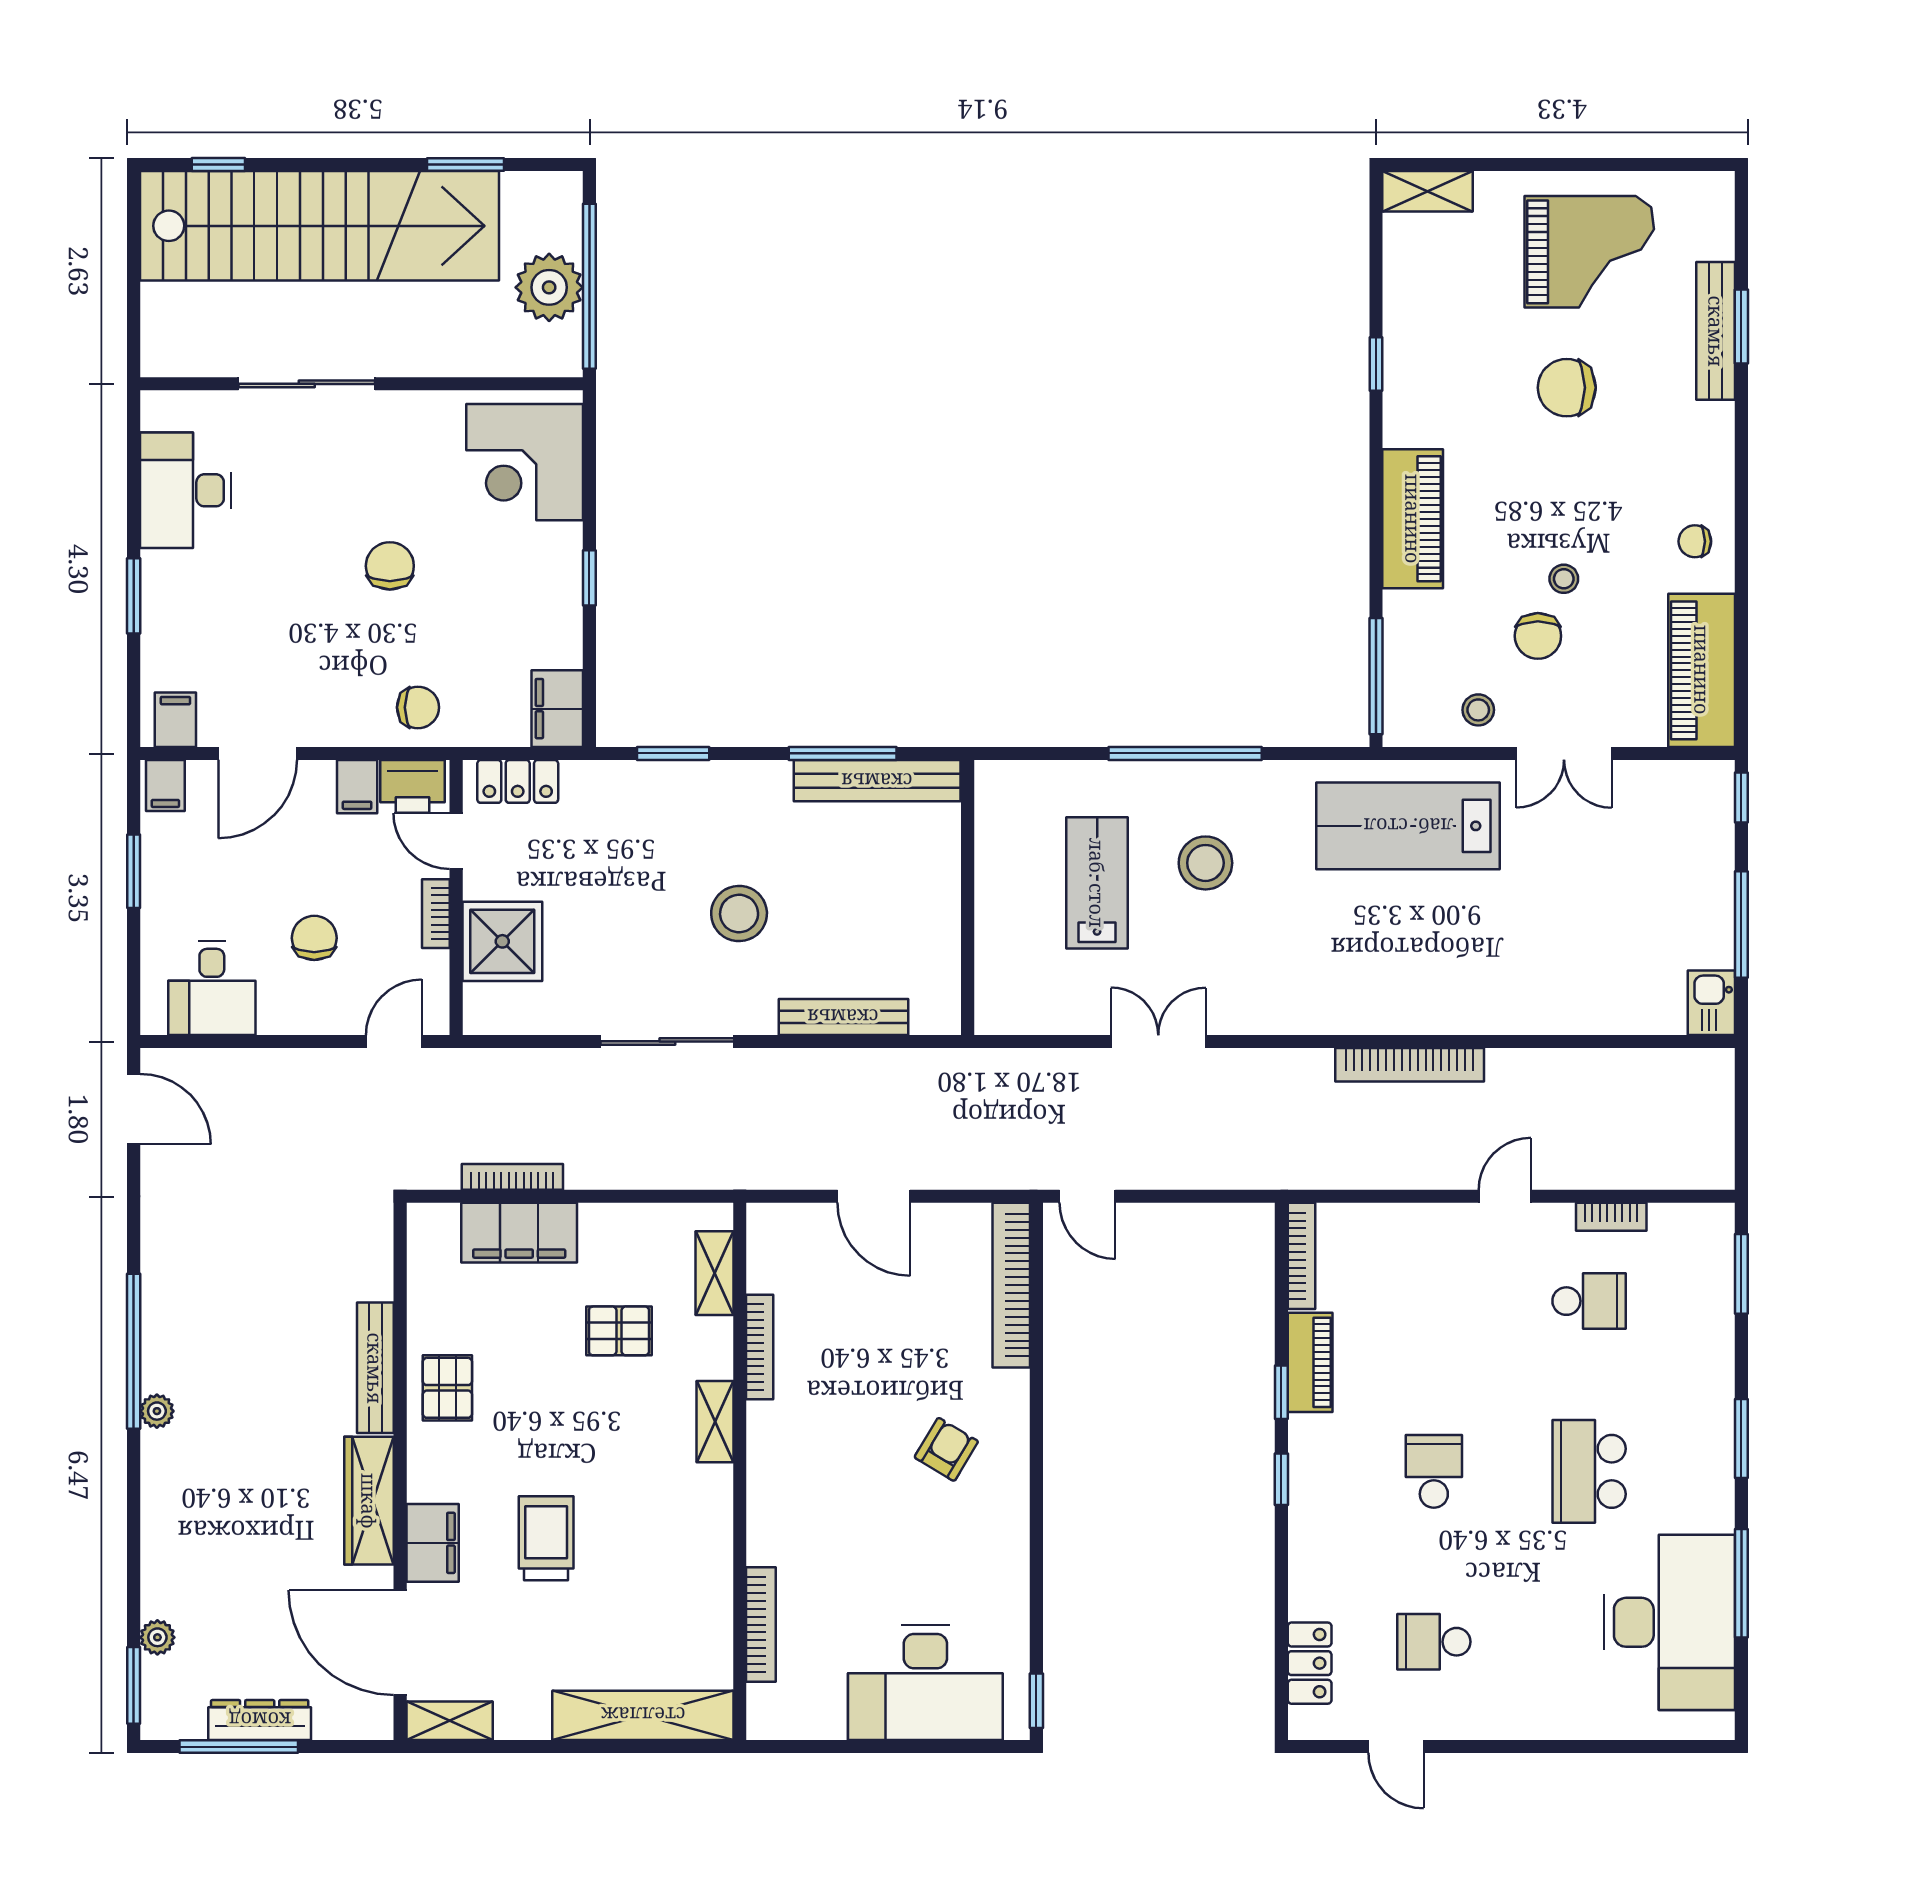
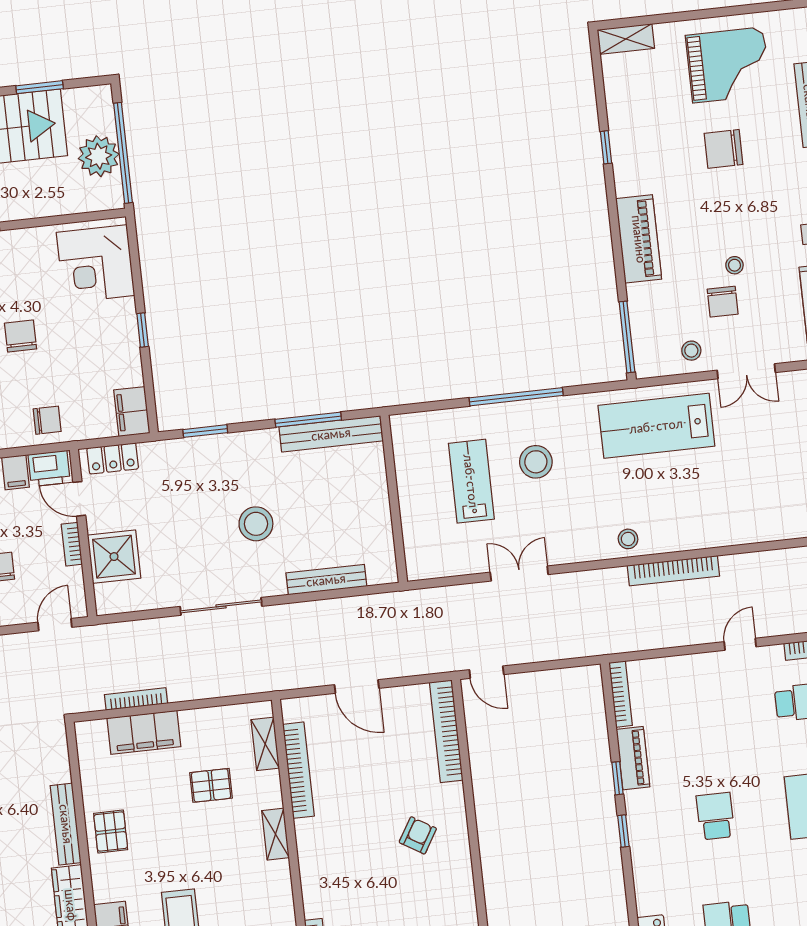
stool: (1341, 1005) -> (628, 539), added
bookcase: (760, 1347) -> (298, 770), width x1.48, depth x1.31

